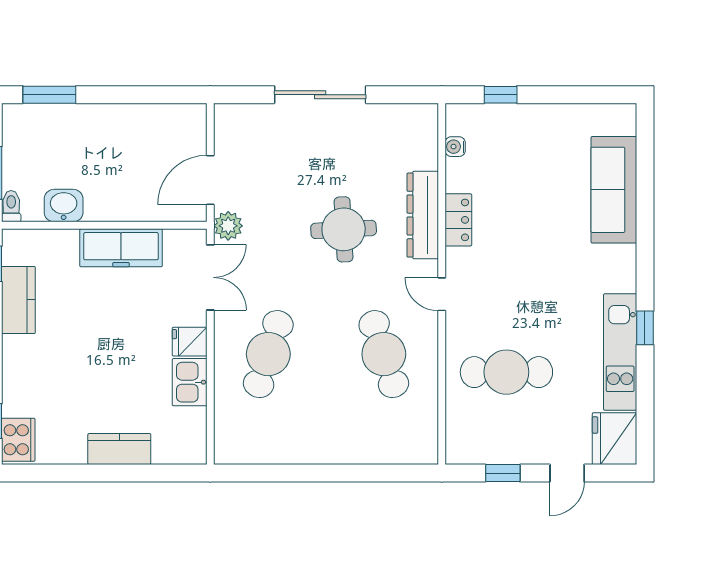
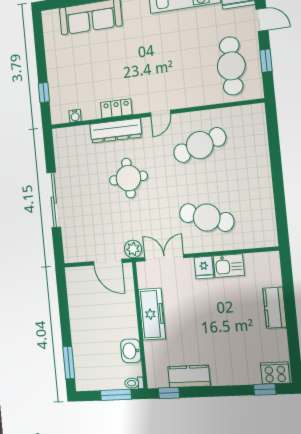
cafe table: (506, 372) -> (231, 66), moved

